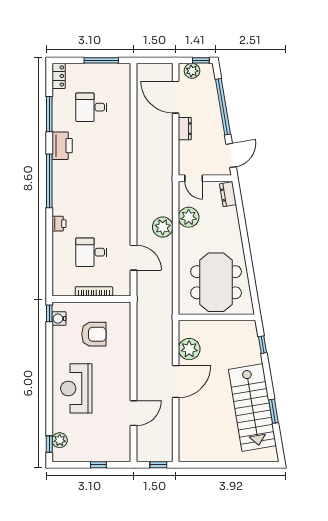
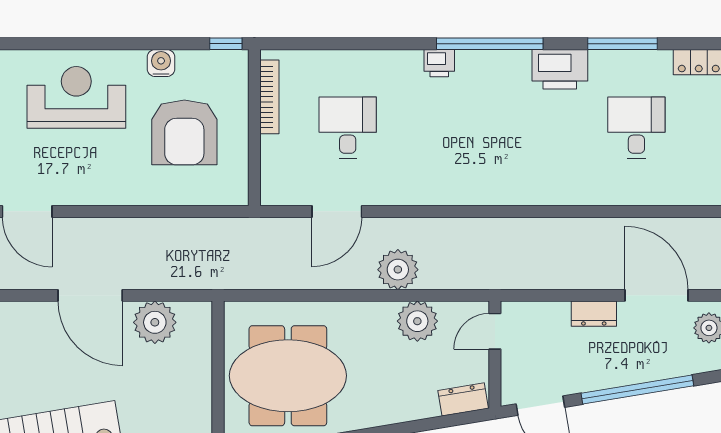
door: (176, 97) -> (657, 295), hinge flipped
printer: (59, 224) -> (439, 63), moved
bookcase: (94, 291) -> (269, 97), moved
water cooler: (59, 319) -> (161, 63), moved
armchair: (94, 334) -> (184, 132), width x1.36, depth x1.36

